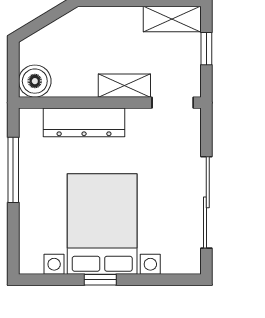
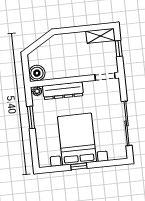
shelving: (124, 86) -> (81, 71), removed
plant: (31, 118) -> (37, 91), added
window: (13, 170) -> (31, 117), width x0.69

